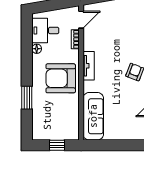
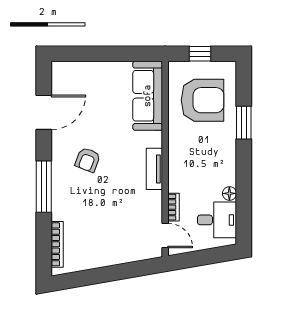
door: (81, 20) -> (165, 236), swing flipped
armchair: (61, 78) -> (202, 100), moved

